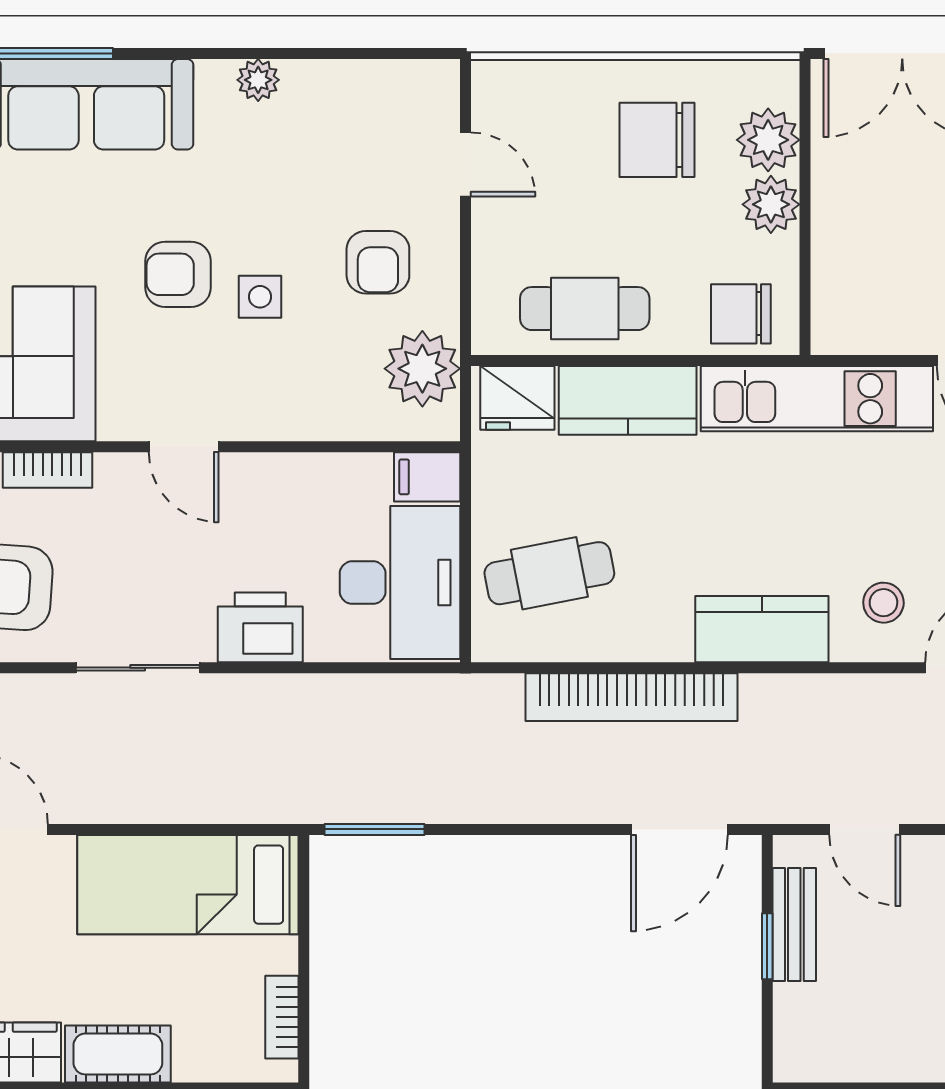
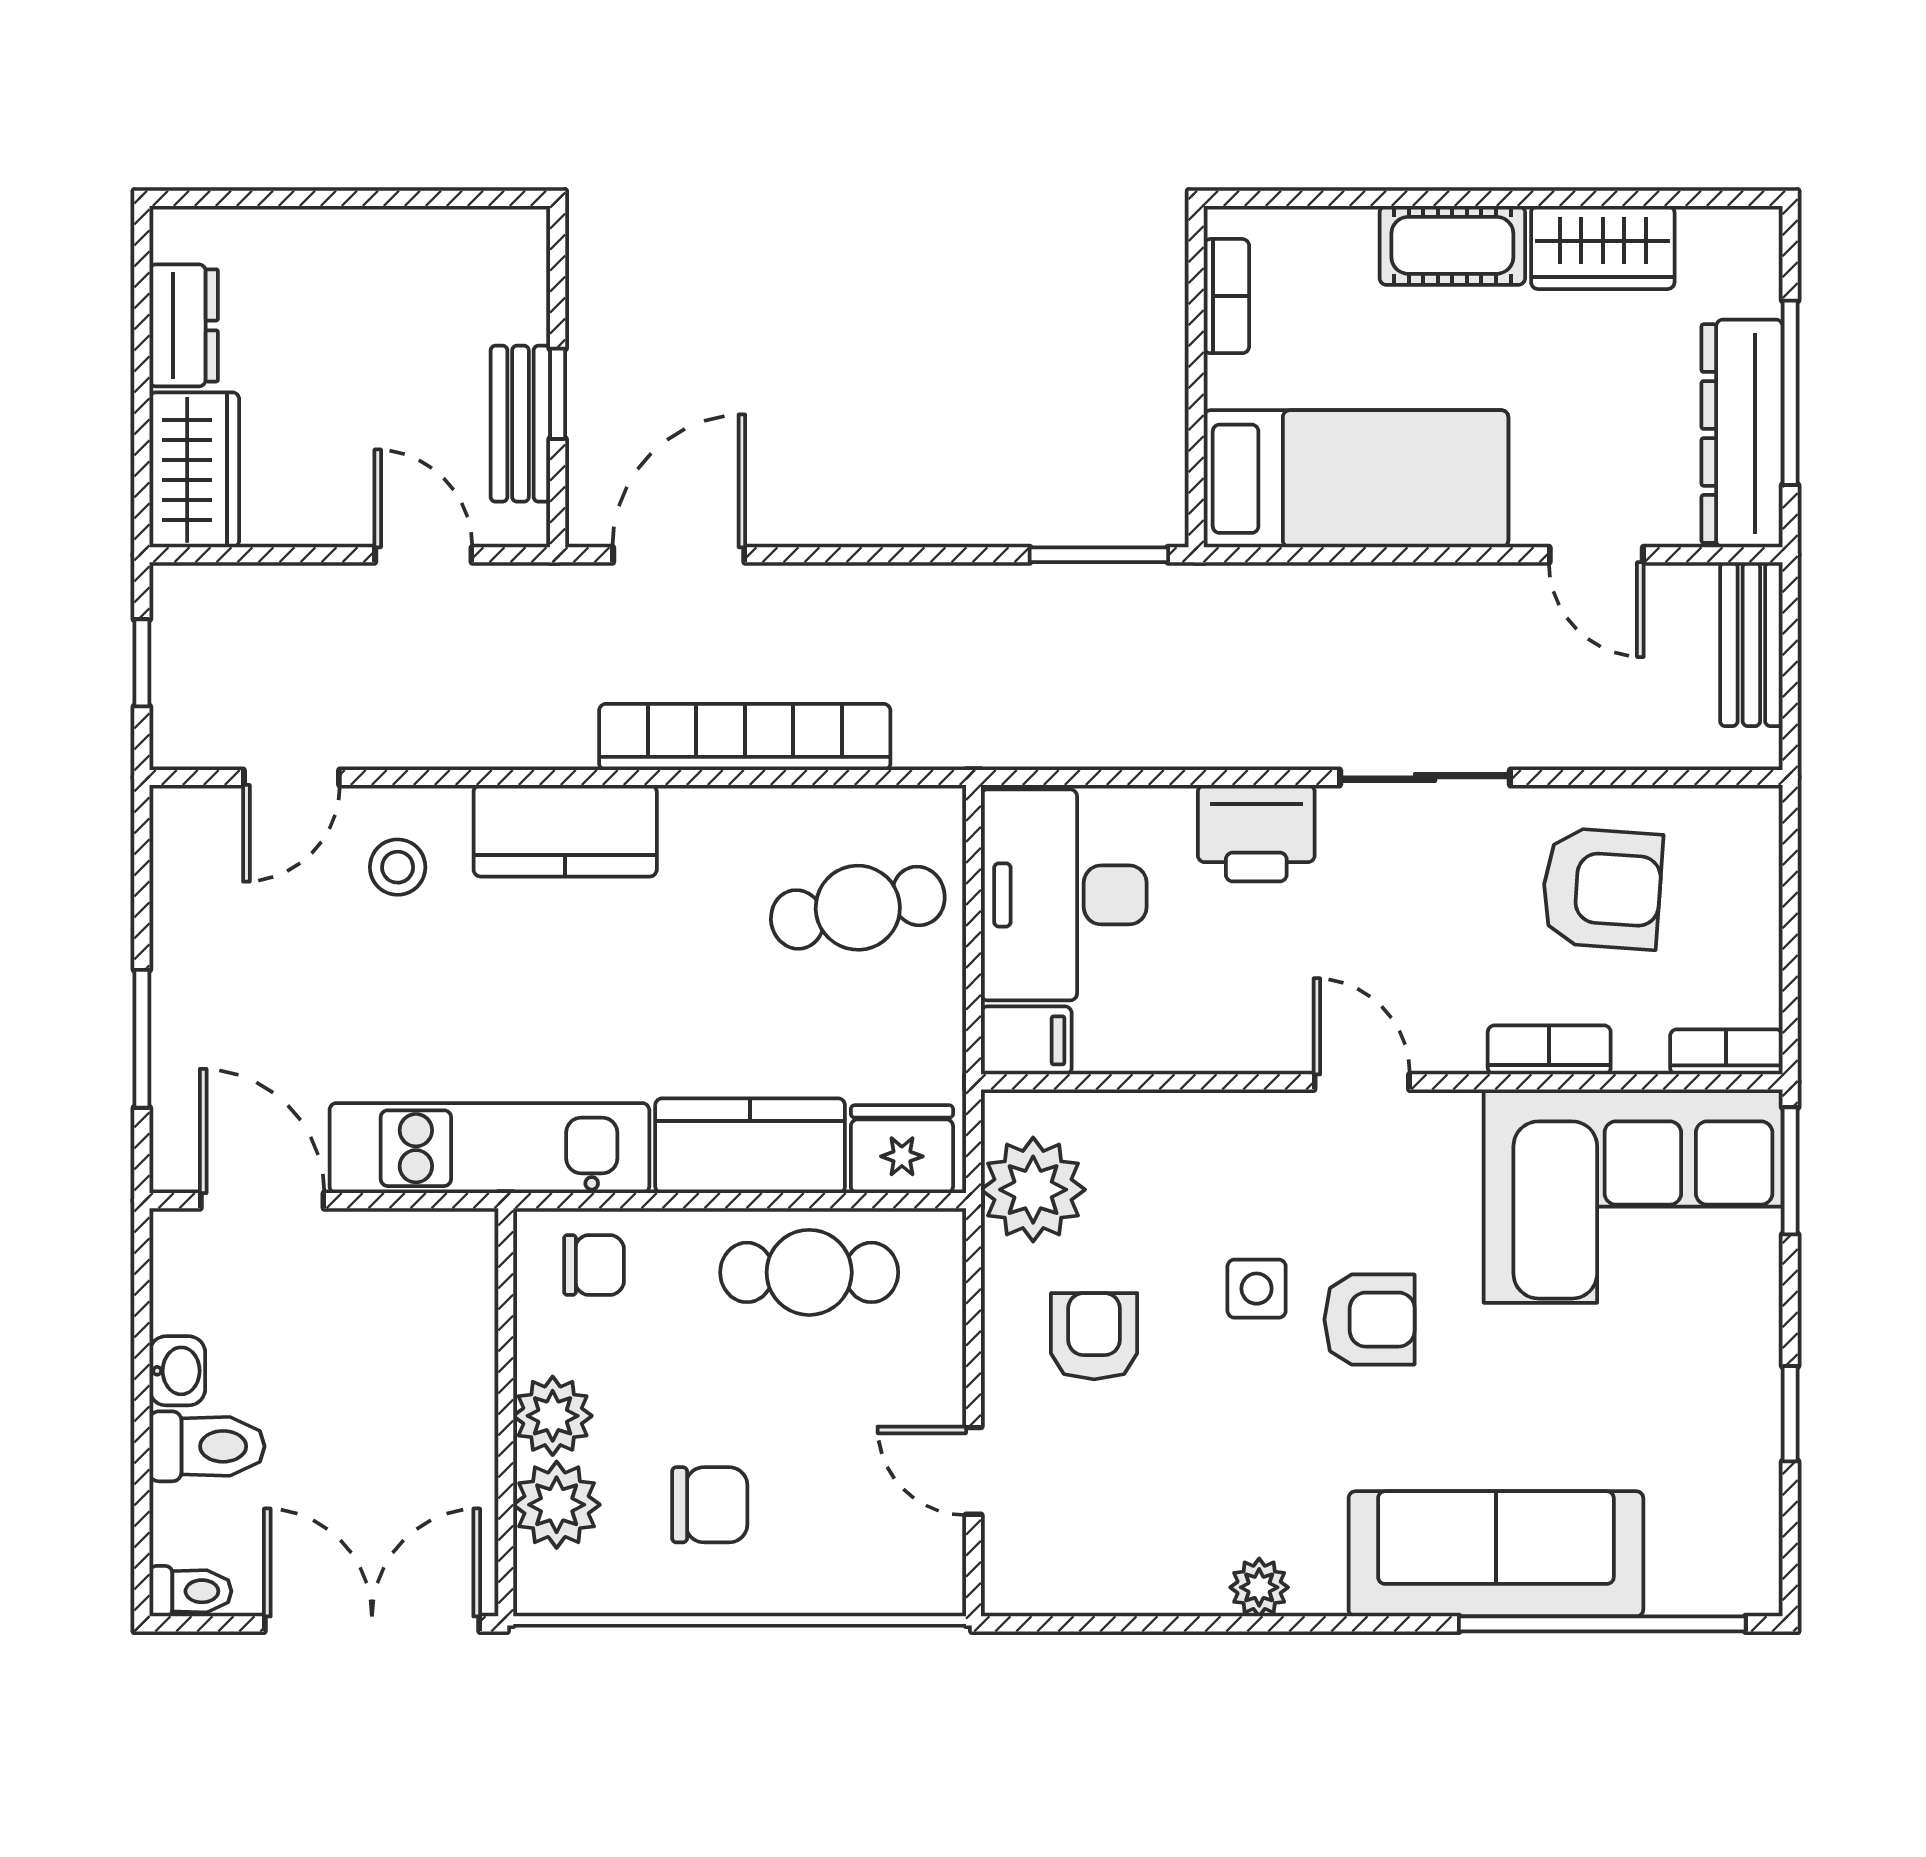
chair: (657, 140) -> (710, 1505), width x0.73, depth x0.73
chair: (741, 314) -> (594, 1265), width x0.73, depth x0.73

